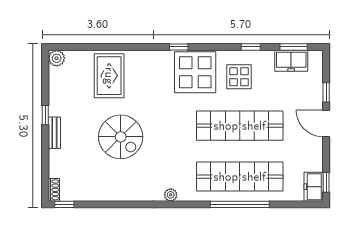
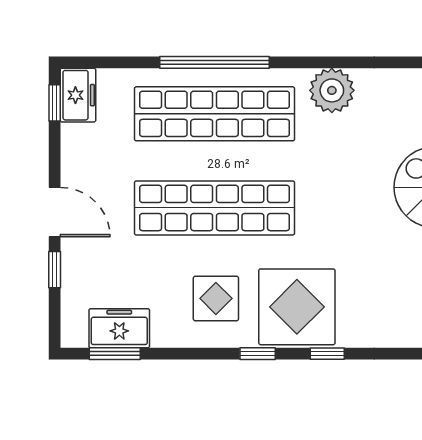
window: (251, 47) -> (258, 354), moved
plant: (171, 195) -> (332, 90), width x1.87, depth x1.87

